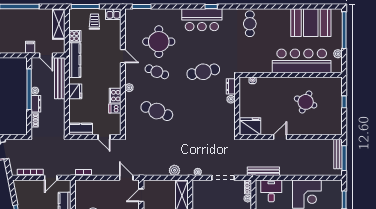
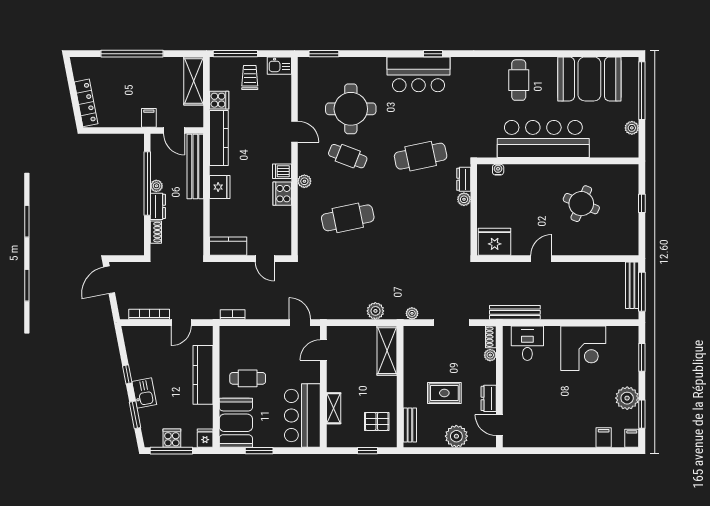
cafe table: (250, 24) -> (519, 80), moved
bar counter: (302, 61) -> (543, 139), moved
dishwasher: (115, 109) -> (282, 171), moved
cafe table: (157, 111) -> (348, 218), turned -33

